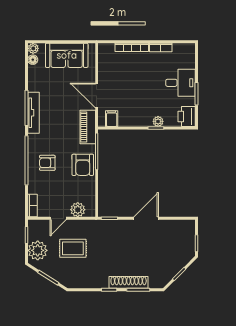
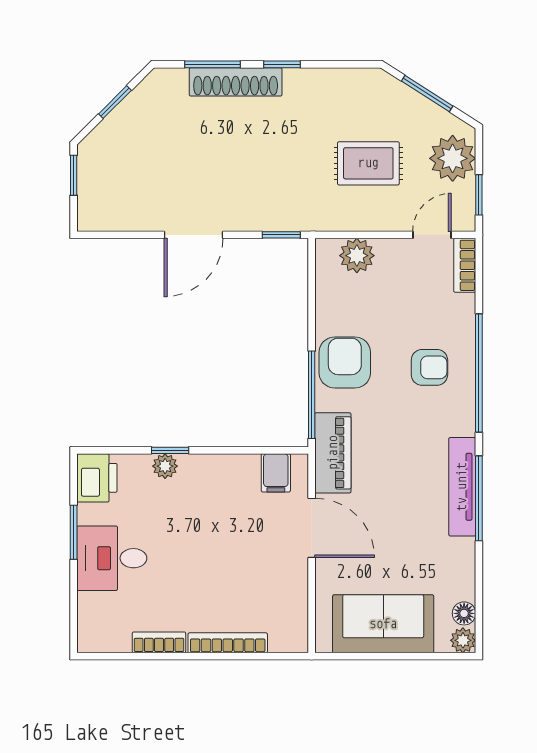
door: (58, 218) -> (432, 235), moved

